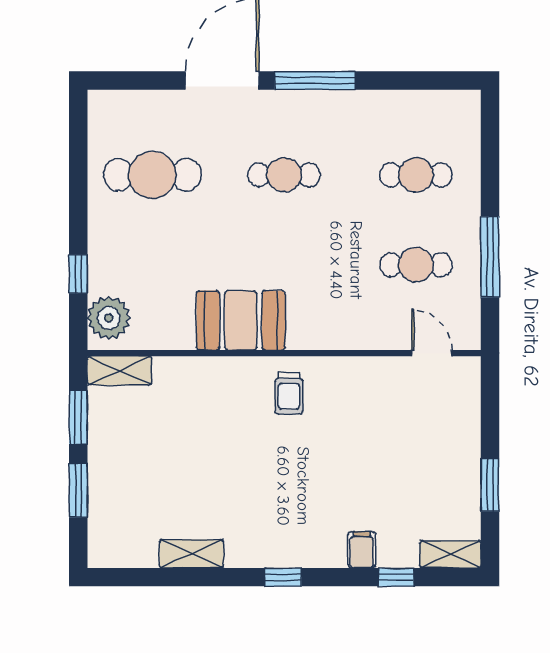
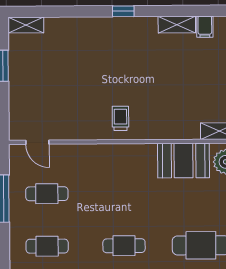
booth: (241, 320) -> (184, 161), moved
filing cabinet: (362, 550) -> (205, 27), moved
window: (396, 577) -> (57, 12), removed

